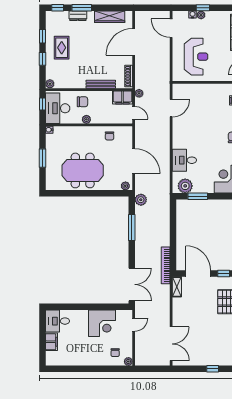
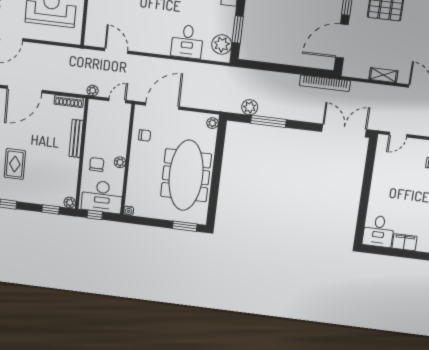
door: (134, 42) -> (25, 89), hinge flipped
rug: (62, 48) -> (15, 164), moved, turned 90
window: (42, 59) -> (51, 209), moved
filing cabinet: (122, 97) -> (96, 113), removed
window: (42, 158) -> (185, 226), moved
door: (134, 161) -> (162, 106), moved
meeting table: (83, 170) -> (186, 175), width x1.36
plant: (141, 200) -> (250, 107), moved
shelving: (177, 287) -> (383, 75), moved
corner desk: (102, 323) -> (390, 175), removed
door: (134, 325) -> (398, 135), swing flipped

